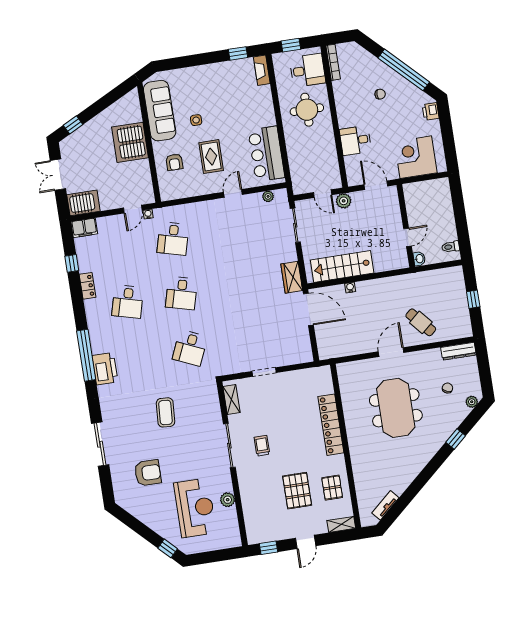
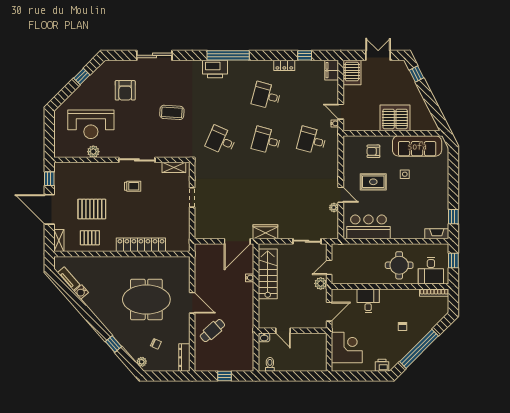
plant: (268, 196) -> (334, 208), moved
water cooler: (399, 488) -> (81, 292), added
door: (306, 542) -> (49, 209), width x1.87
window: (168, 548) -> (82, 76), moved

